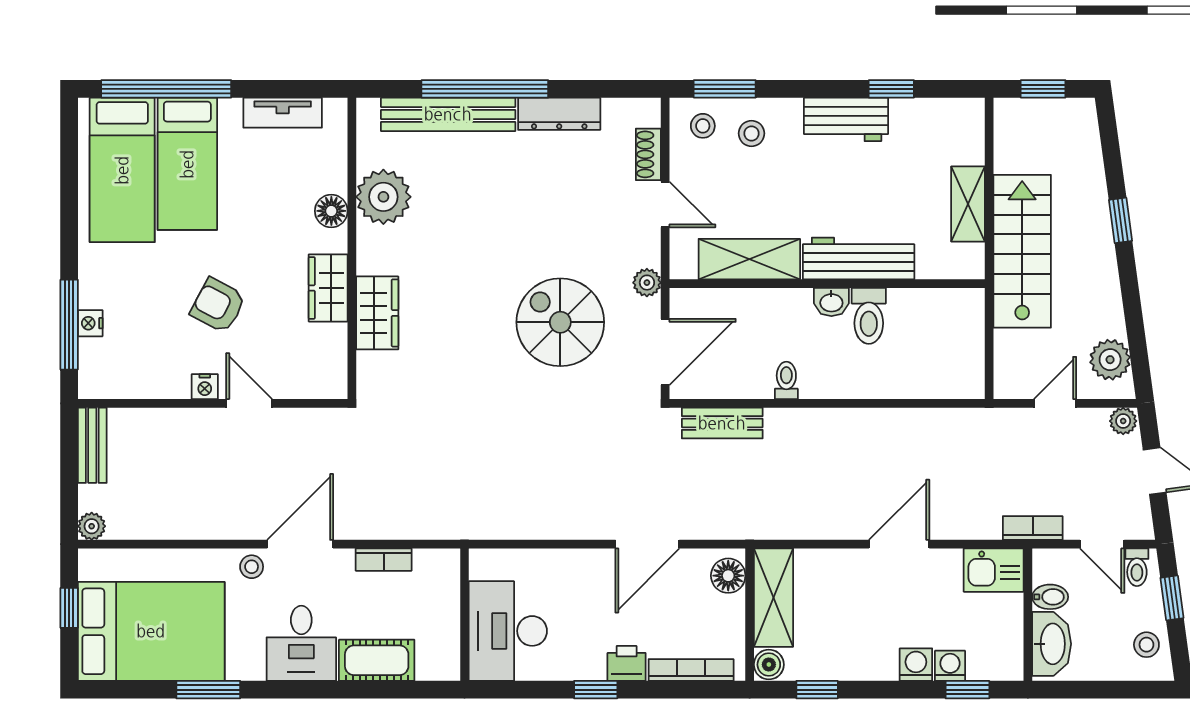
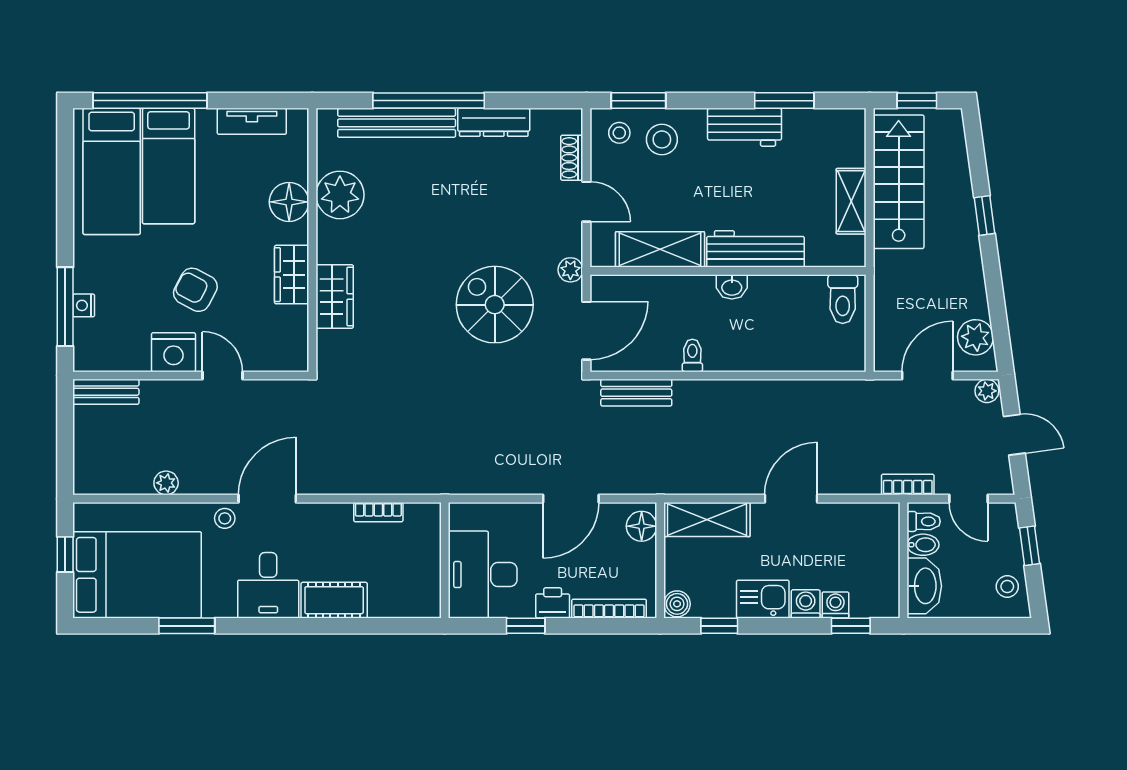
window: (891, 89) -> (784, 101), width x1.50
stool: (751, 133) -> (662, 139), width x1.37, depth x1.37
floor lamp: (331, 211) -> (289, 202), width x1.38, depth x1.38
stairs: (1022, 251) -> (899, 182), moved
toilet: (869, 316) -> (843, 299), moved
nightstand: (205, 387) -> (173, 352), width x1.89, depth x1.79
door: (1055, 403) -> (927, 375), width x1.38
bench: (92, 445) -> (106, 392), moved, turned 90
plant: (92, 526) -> (166, 483), moved
bookcase: (384, 560) -> (378, 512), moved
toilet: (1137, 567) -> (924, 521), moved, turned -90
kitchen sink: (994, 570) -> (763, 599), moved, turned 180
shelving: (774, 598) -> (707, 520), moved, turned 90
wall: (464, 615) -> (445, 560), moved
desk: (508, 631) -> (483, 575), moved

